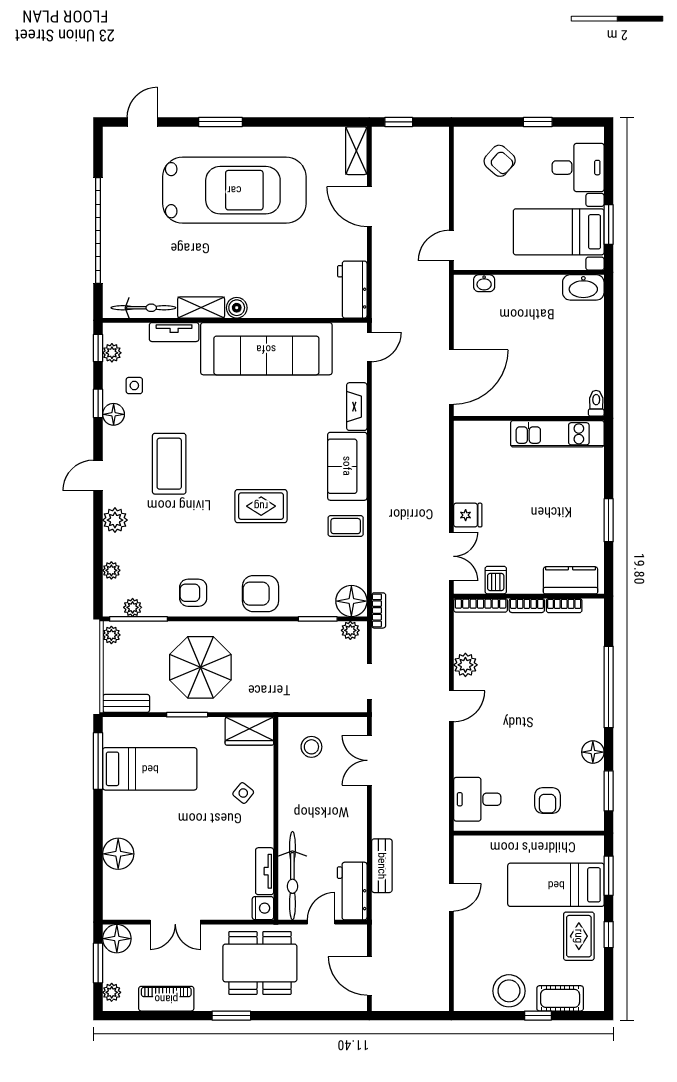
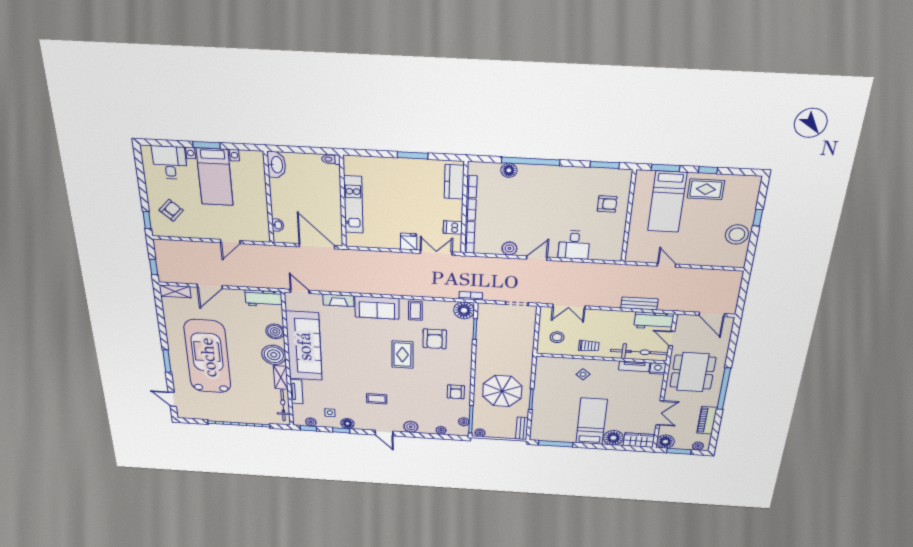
window: (538, 122) -> (147, 220), moved
door: (451, 246) -> (230, 242), hinge flipped
wall: (529, 272) -> (269, 198), moved
washbasin: (484, 283) -> (278, 225), moved
washbasin: (583, 287) -> (276, 165), moved
boiler: (291, 304) -> (275, 331), added
boiler: (237, 308) -> (274, 355), width x1.86, depth x1.86
kitchen unit: (557, 434) -> (353, 205), moved
coffee table: (169, 464) -> (377, 399), width x0.54, depth x0.58
armchair: (260, 594) -> (435, 339), moved
plant: (350, 630) -> (483, 312), removed
door: (451, 706) -> (537, 258), hinge flipped
wardrobe: (249, 731) -> (639, 440), moved, turned -90
floor lamp: (593, 752) -> (509, 170), moved
bed: (150, 769) -> (592, 421), moved
trolley: (298, 797) -> (589, 346), added
desk: (477, 799) -> (574, 245), moved
door: (369, 976) -> (712, 314), hinge flipped
cot: (560, 998) -> (748, 203), removed
window: (231, 1016) -> (724, 389), width x2.11

